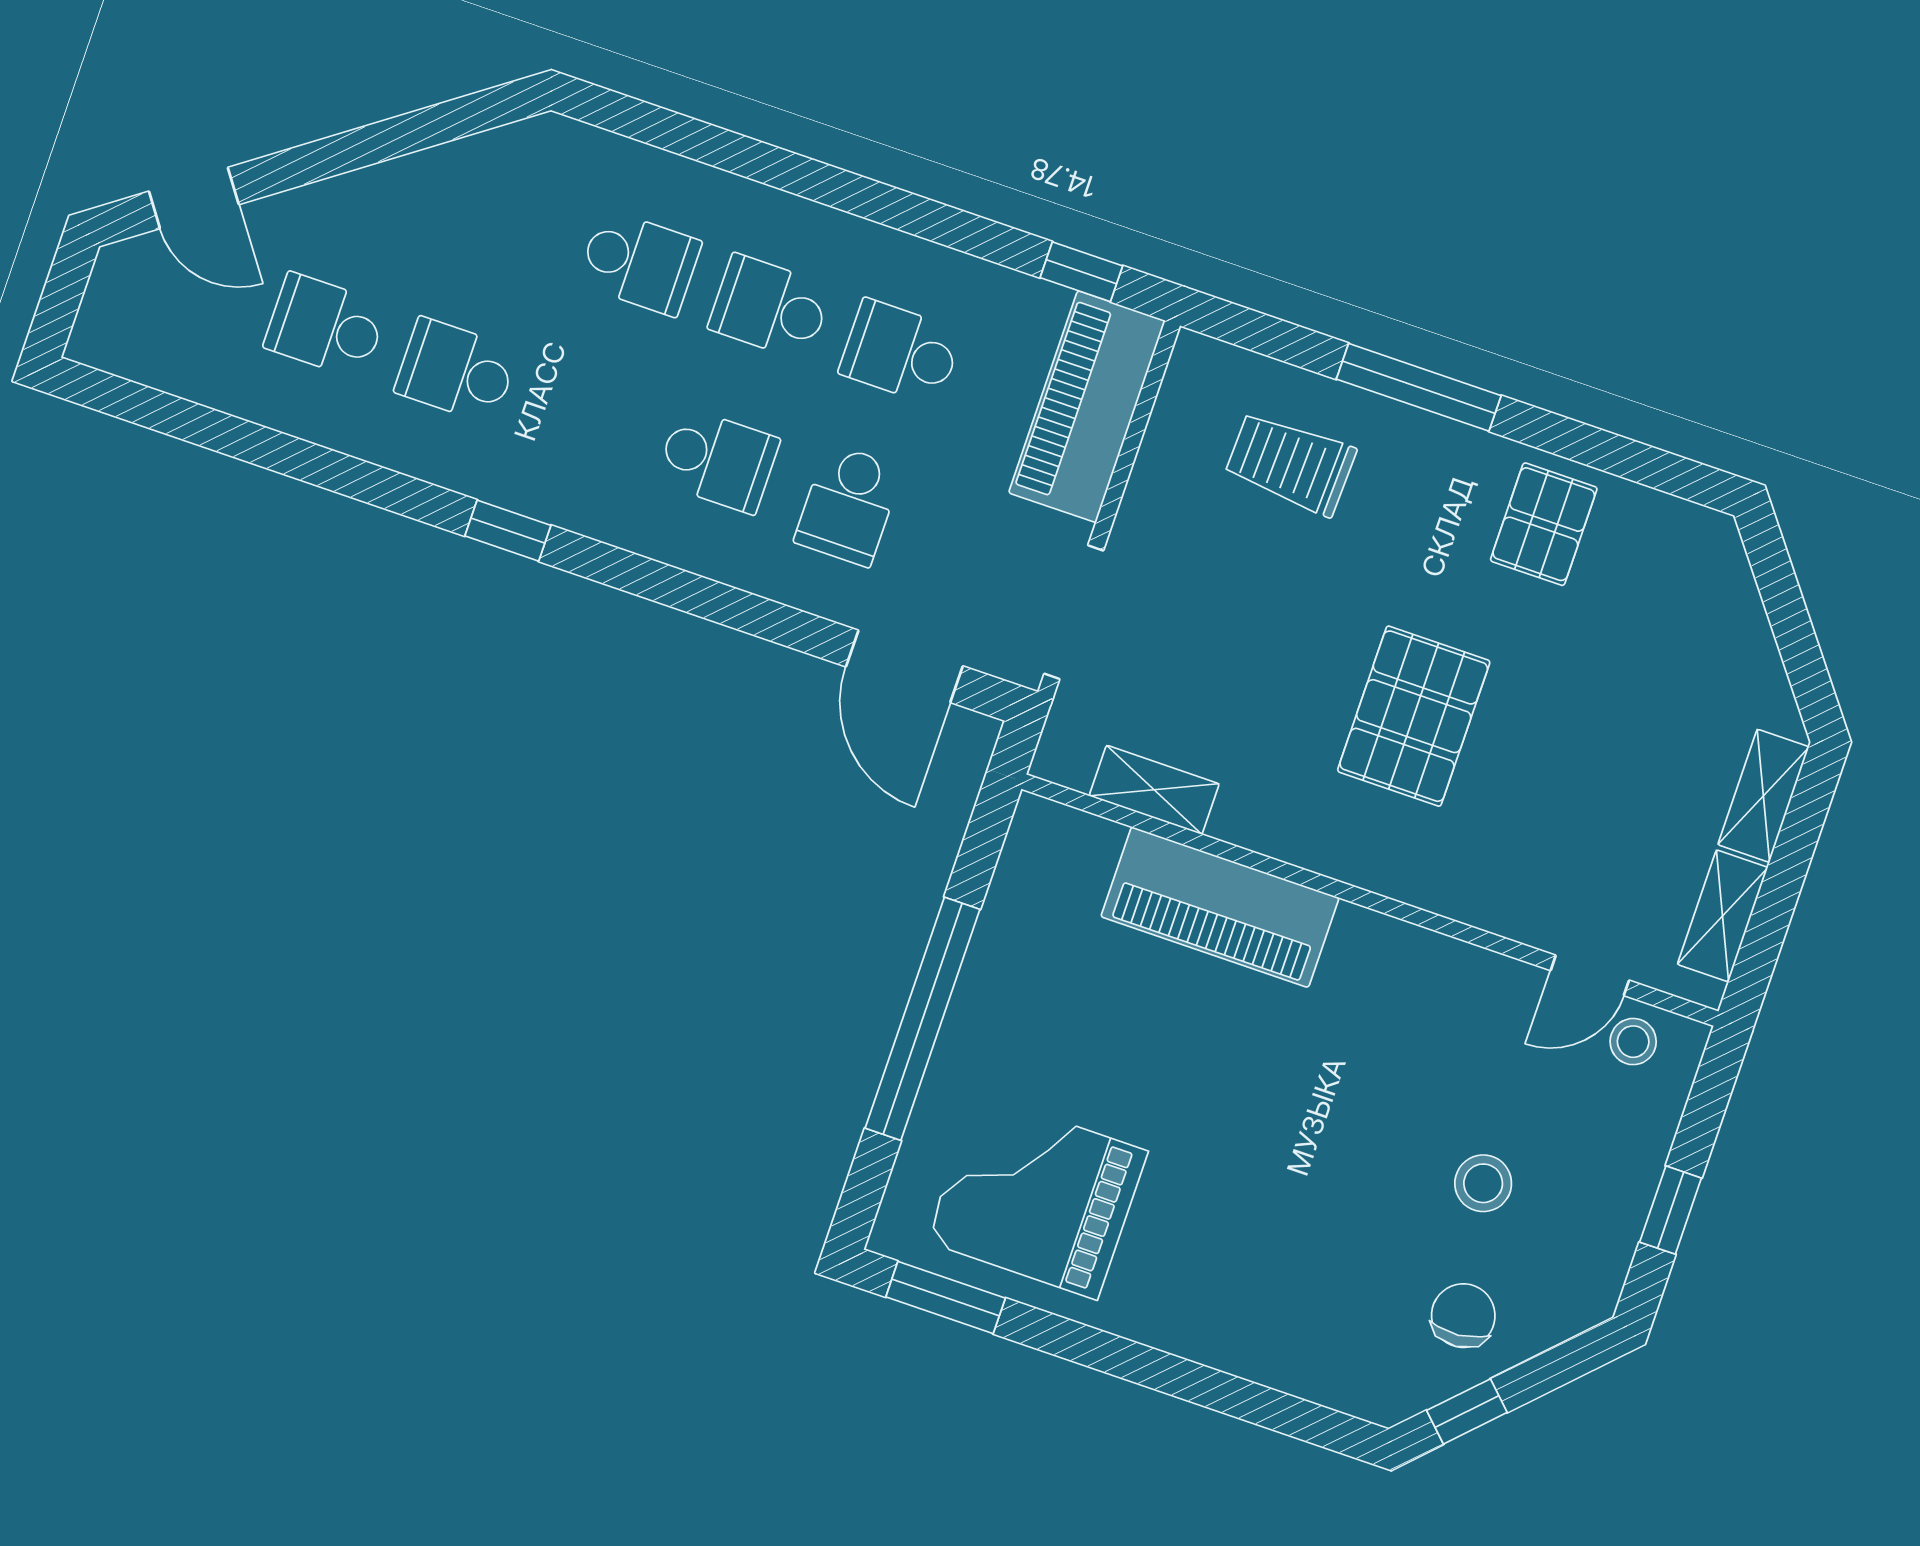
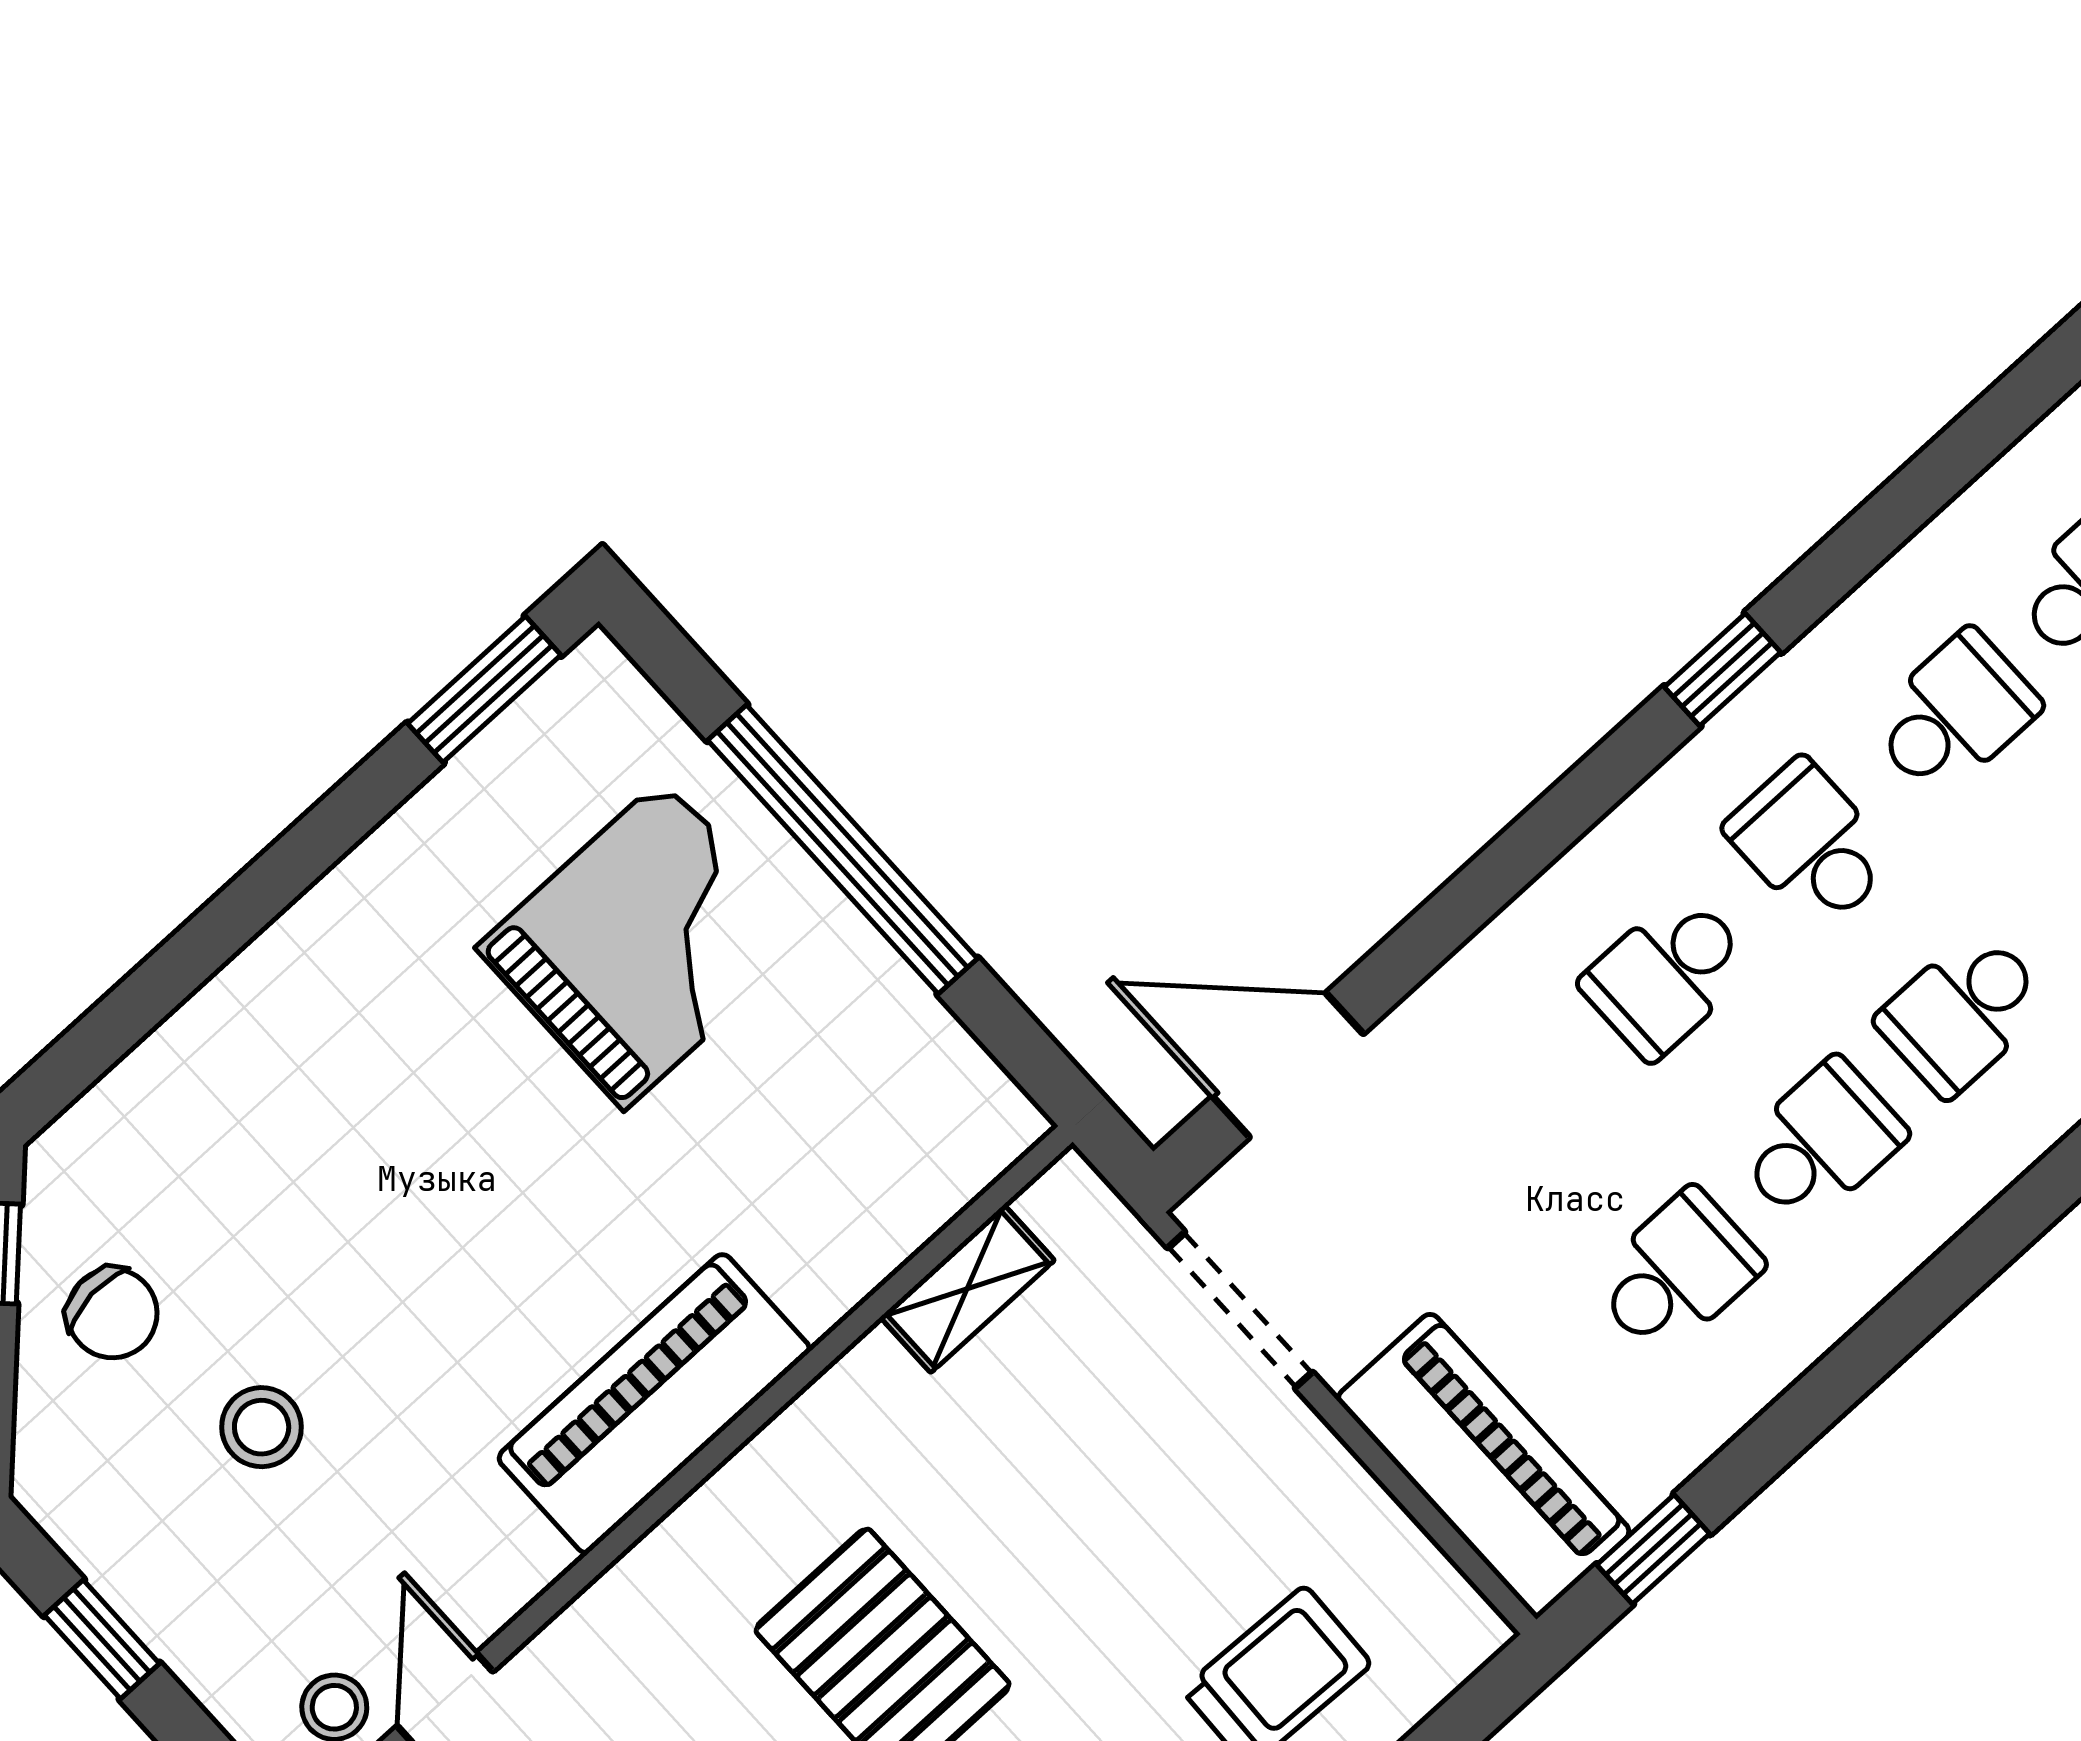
school desk: (848, 505) -> (1811, 845), moved
piano: (1220, 907) -> (654, 1404), moved
grand piano: (1037, 1196) -> (644, 944), moved

